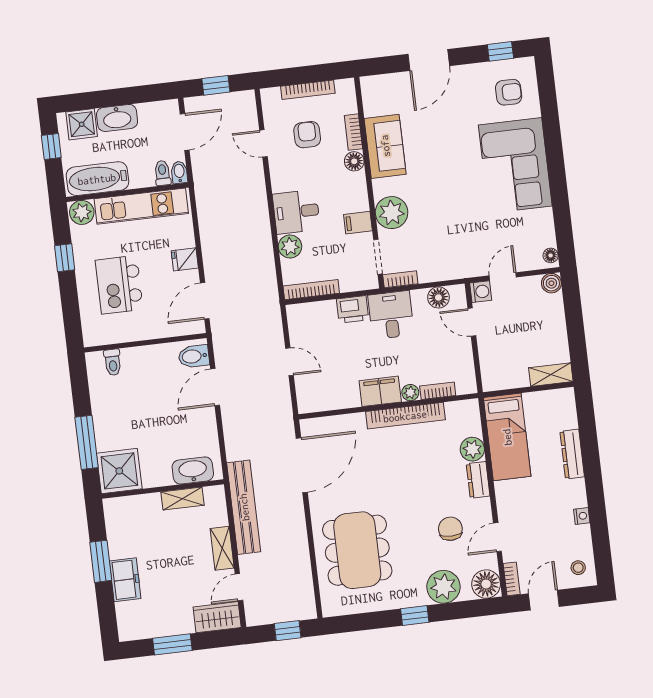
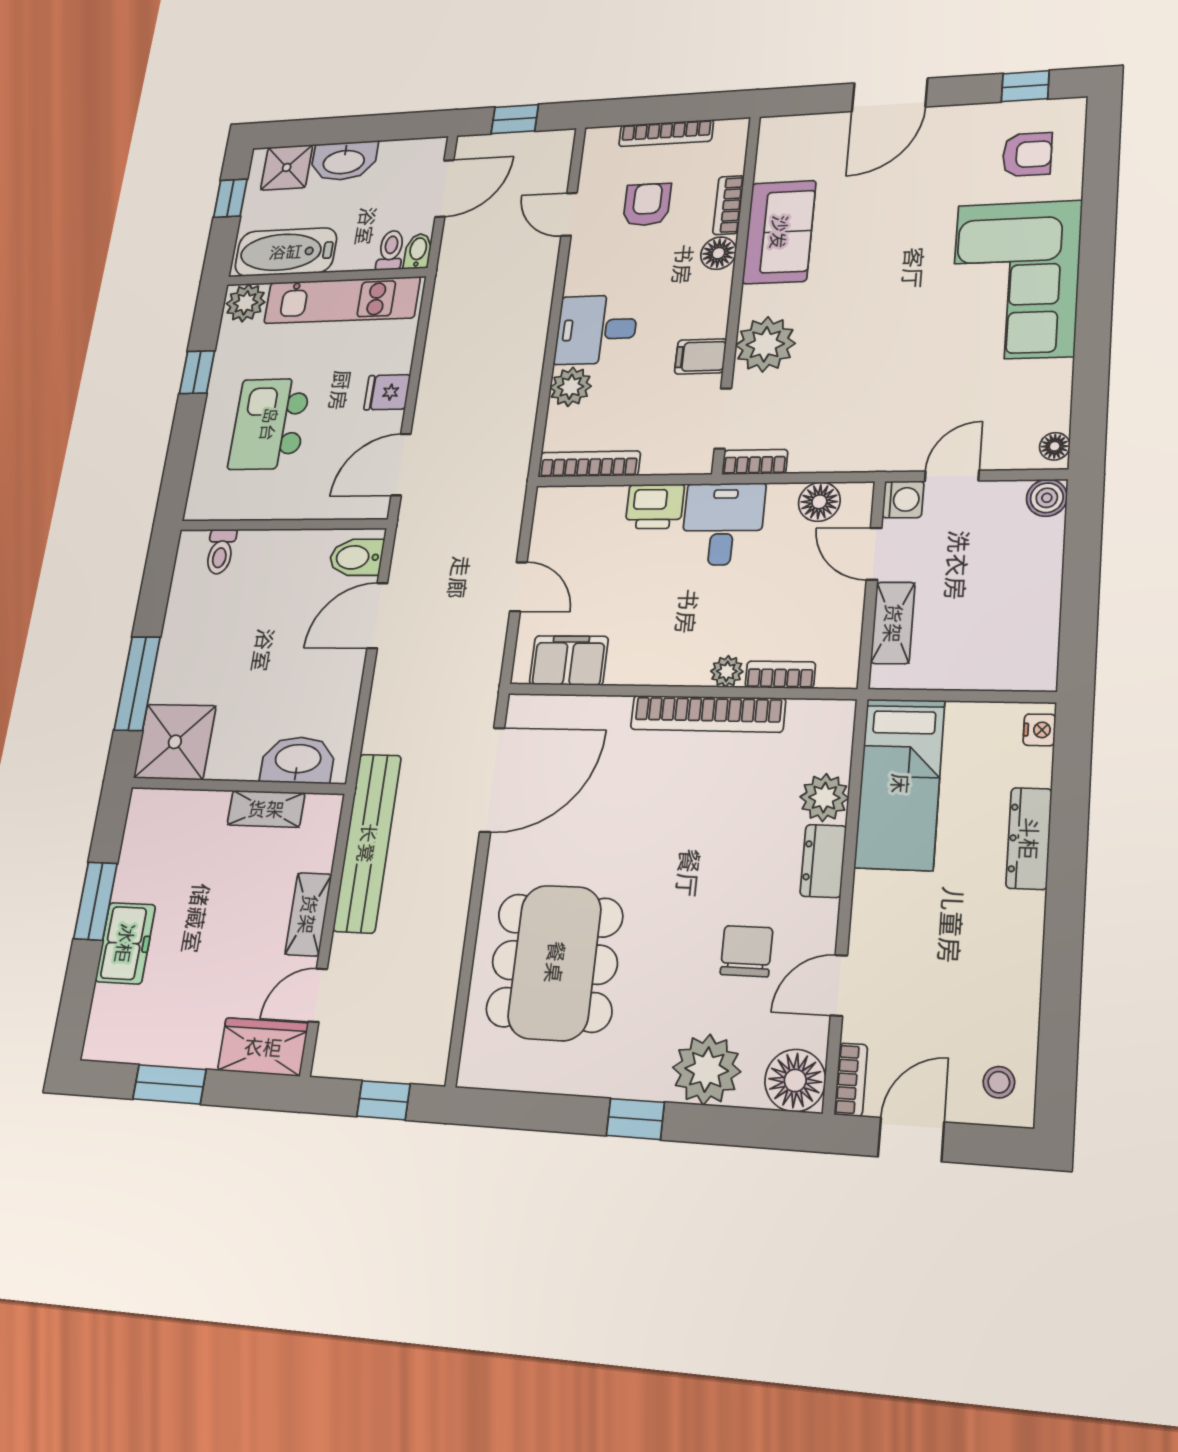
shelving: (551, 375) -> (893, 623), moved, turned 90
filing cabinet: (380, 391) -> (569, 660), moved
nightstand: (582, 516) -> (1039, 730), moved

